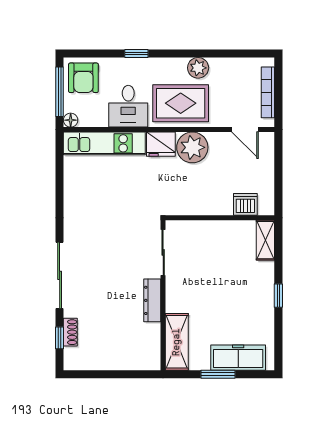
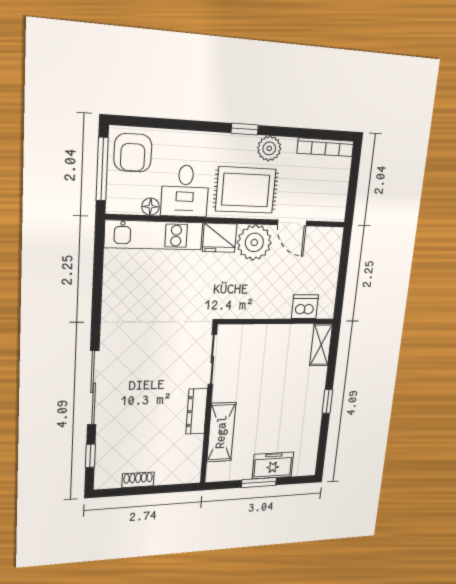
window: (136, 53) -> (245, 129), moved
bookcase: (268, 92) -> (326, 147), moved, turned -90
floor lamp: (71, 120) -> (150, 207), moved
door: (245, 130) -> (292, 223), moved
shoe rack: (70, 332) -> (138, 480), moved, turned -90
shelving: (177, 342) -> (221, 432), moved
freezer: (238, 358) -> (273, 466), width x0.71

